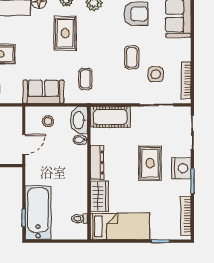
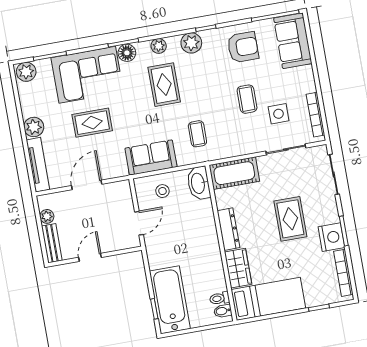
bidet: (80, 140) -> (223, 311), moved
nightstand: (181, 168) -> (331, 237), moved

